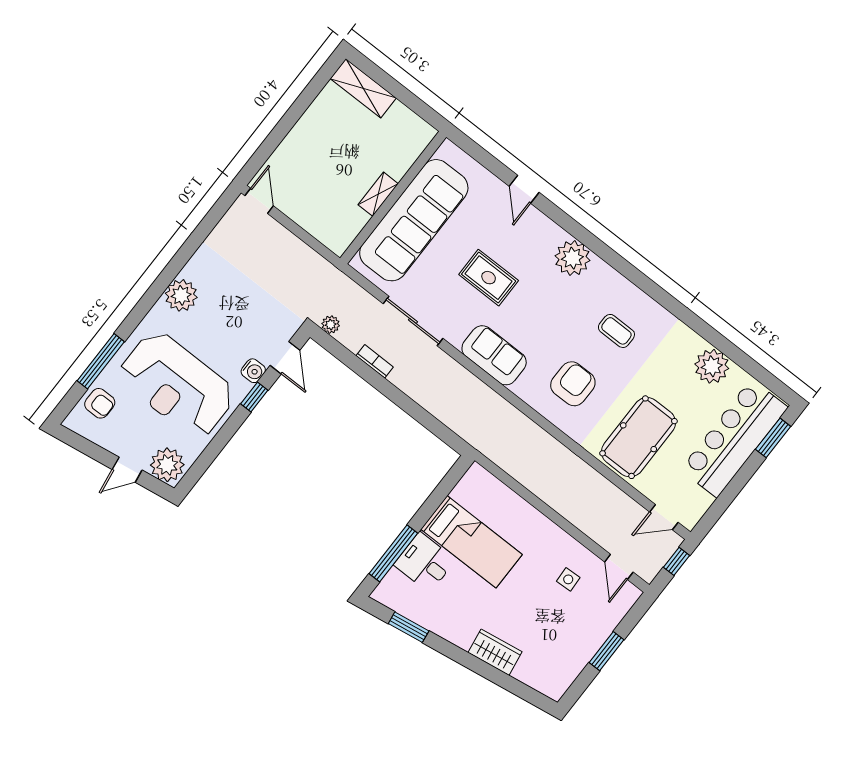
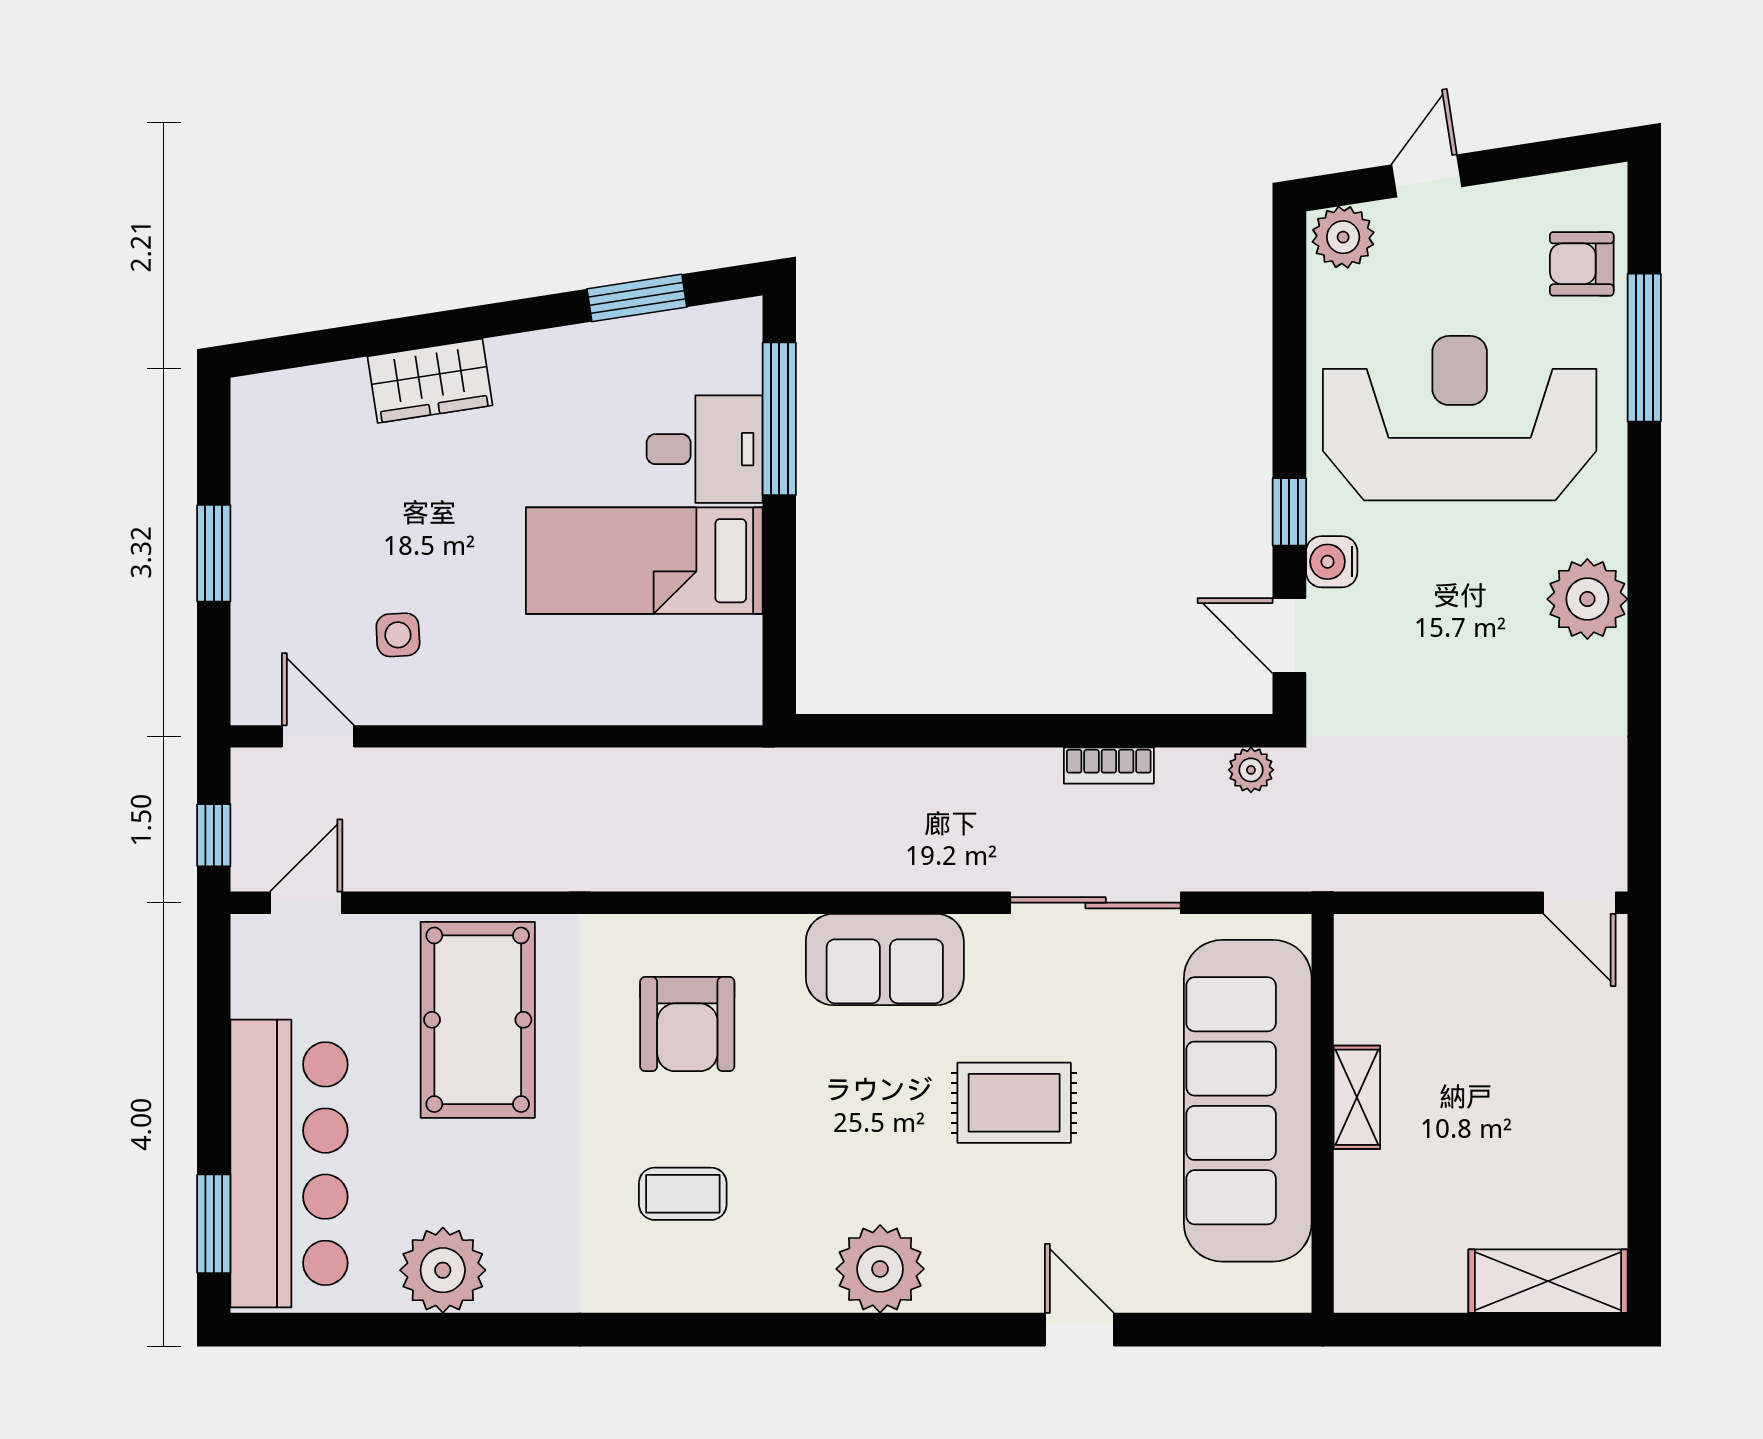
plant: (167, 465) -> (1343, 237), width x0.73, depth x0.73

